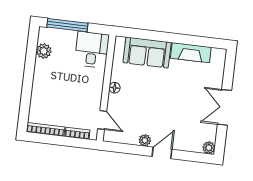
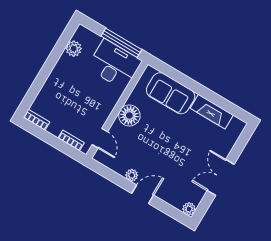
window: (67, 25) -> (121, 43), moved
desk: (92, 50) -> (114, 64), width x1.37
floor lamp: (115, 88) -> (129, 115), width x1.89, depth x1.89
bookcase: (46, 129) -> (36, 120), width x0.64

